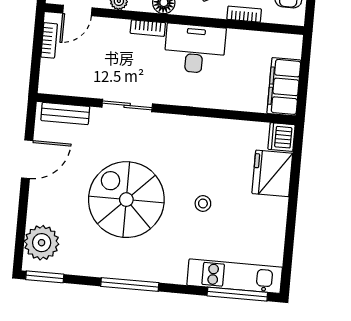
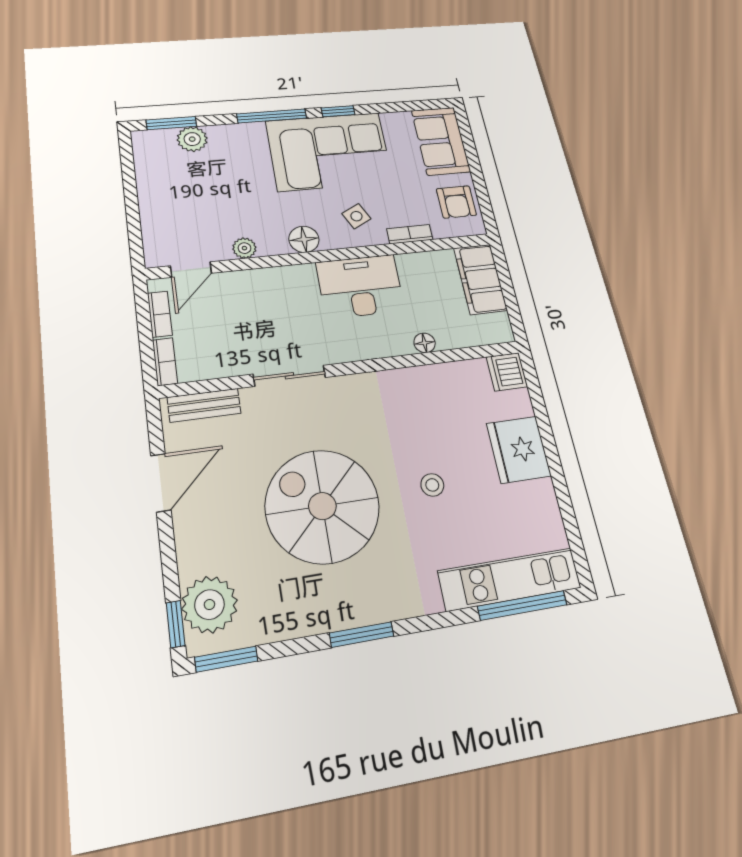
bookcase: (148, 28) -> (165, 362), moved, turned -90
filing cabinet: (284, 87) -> (480, 279), moved
floor lamp: (229, 102) -> (425, 343), added
fridge: (272, 173) -> (519, 450), moved
window: (19, 249) -> (176, 624), added
window: (130, 285) -> (362, 635), width x0.69

